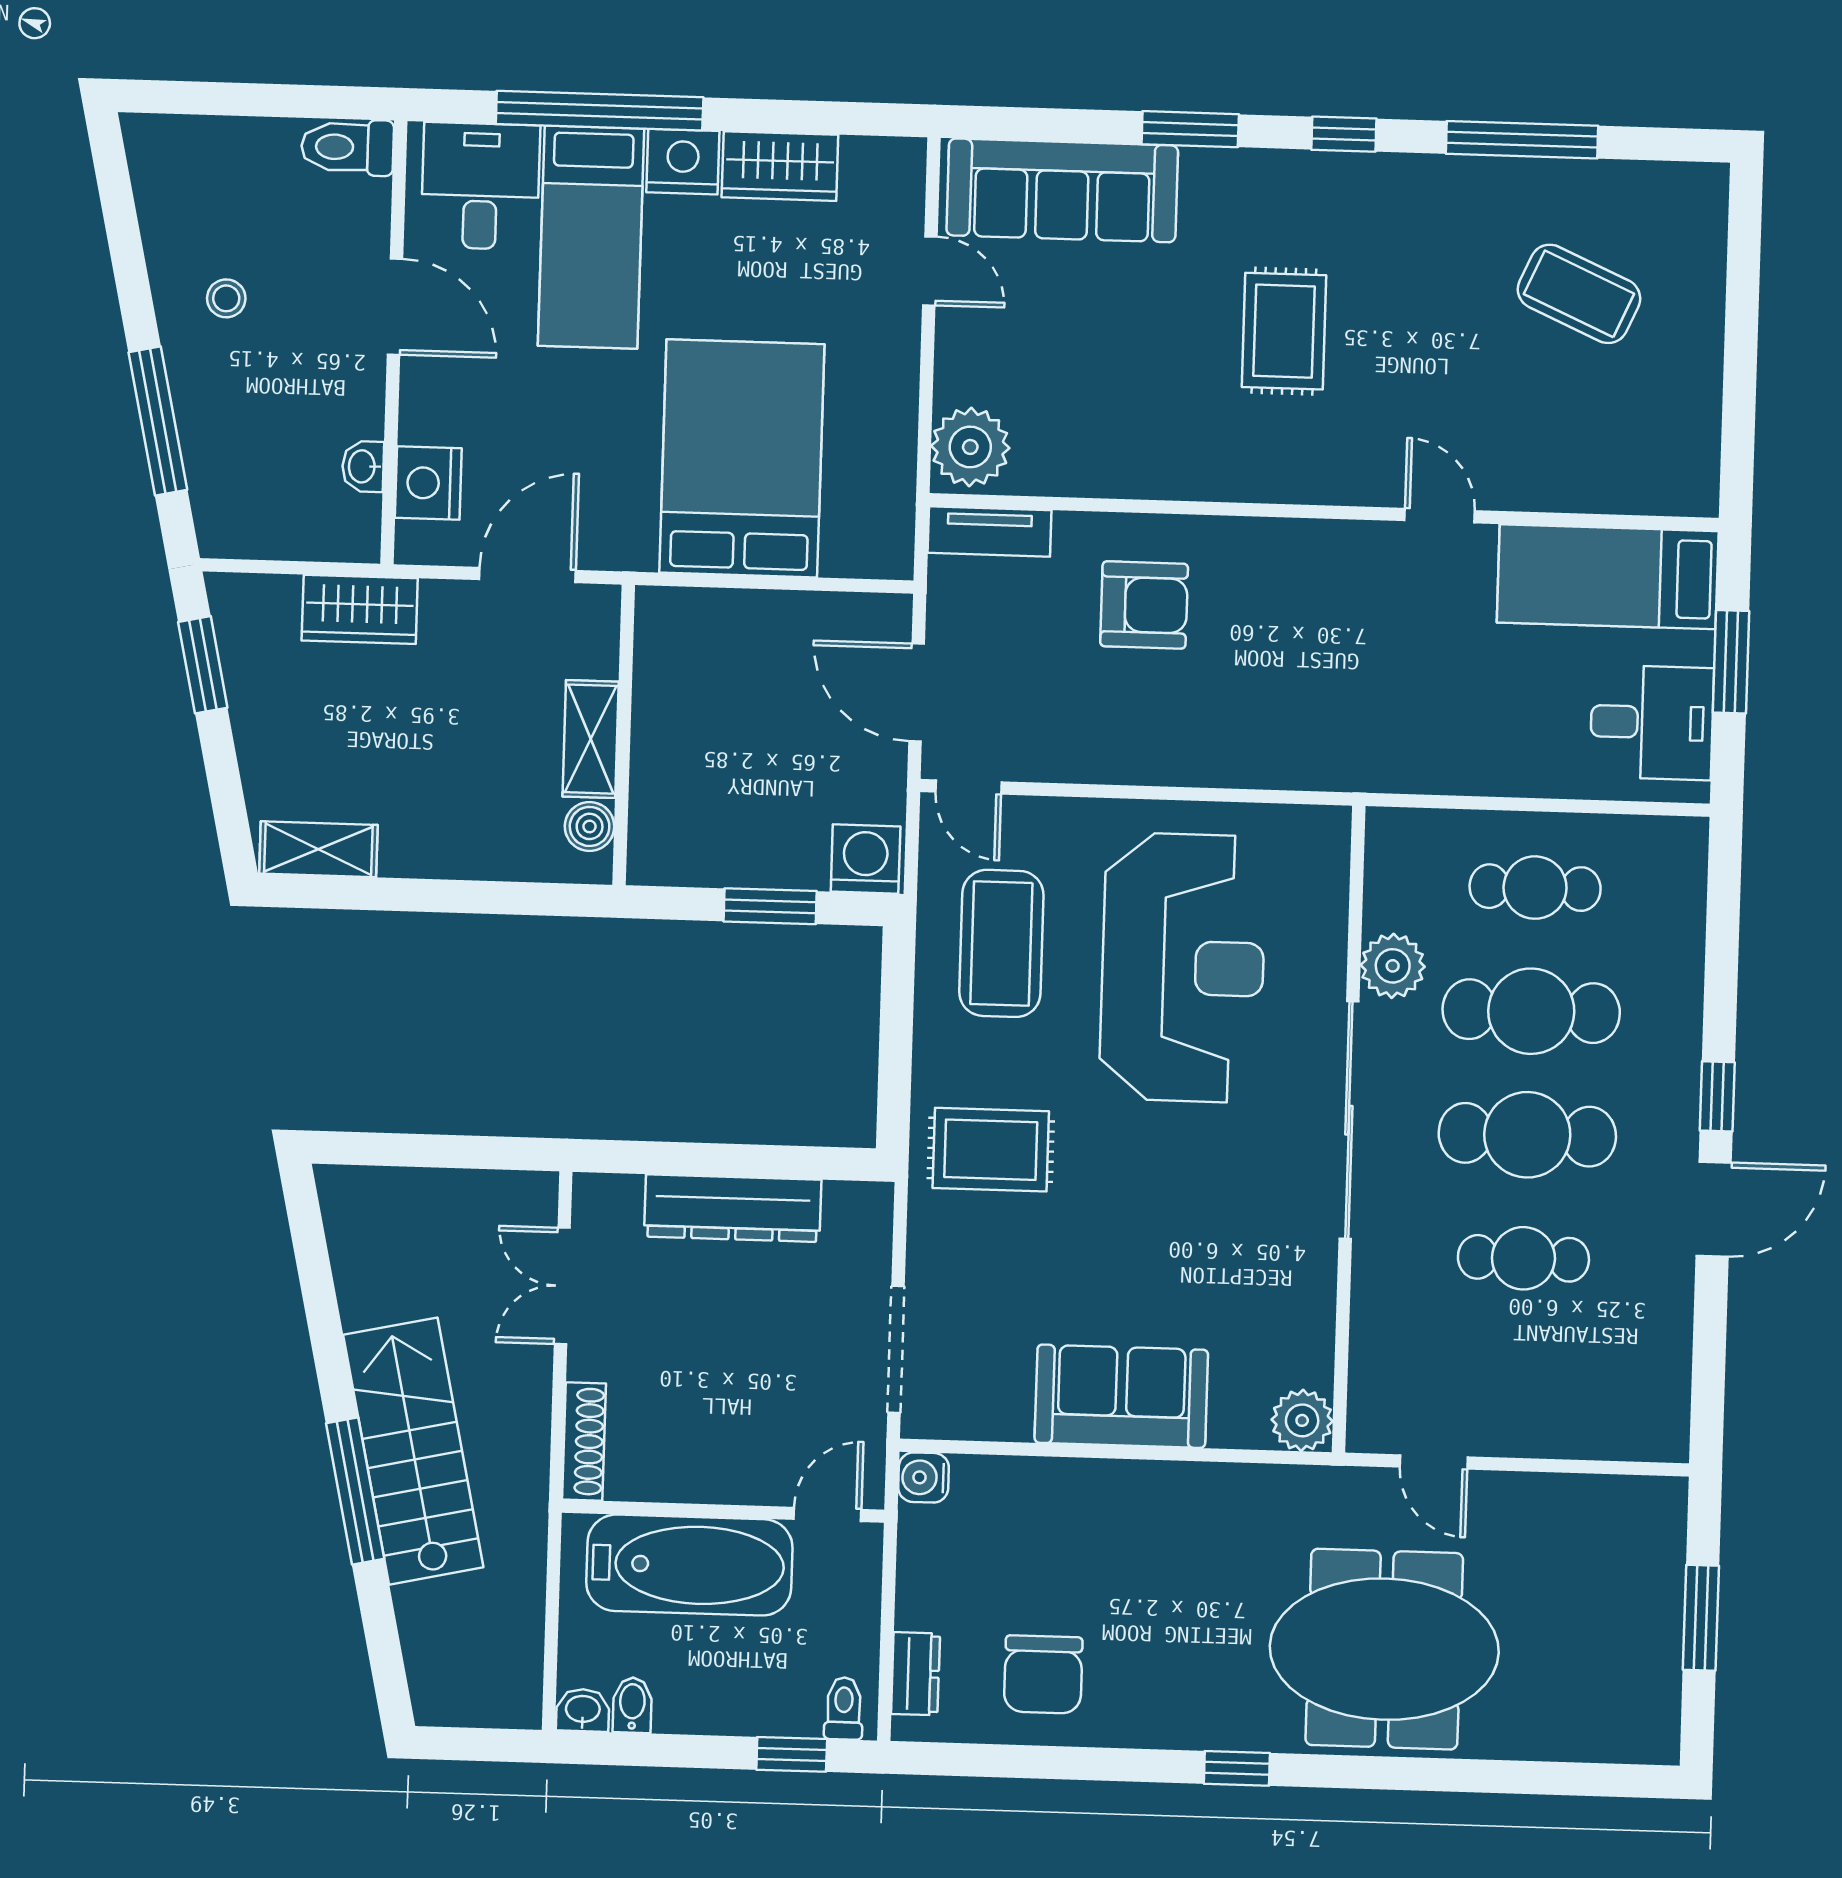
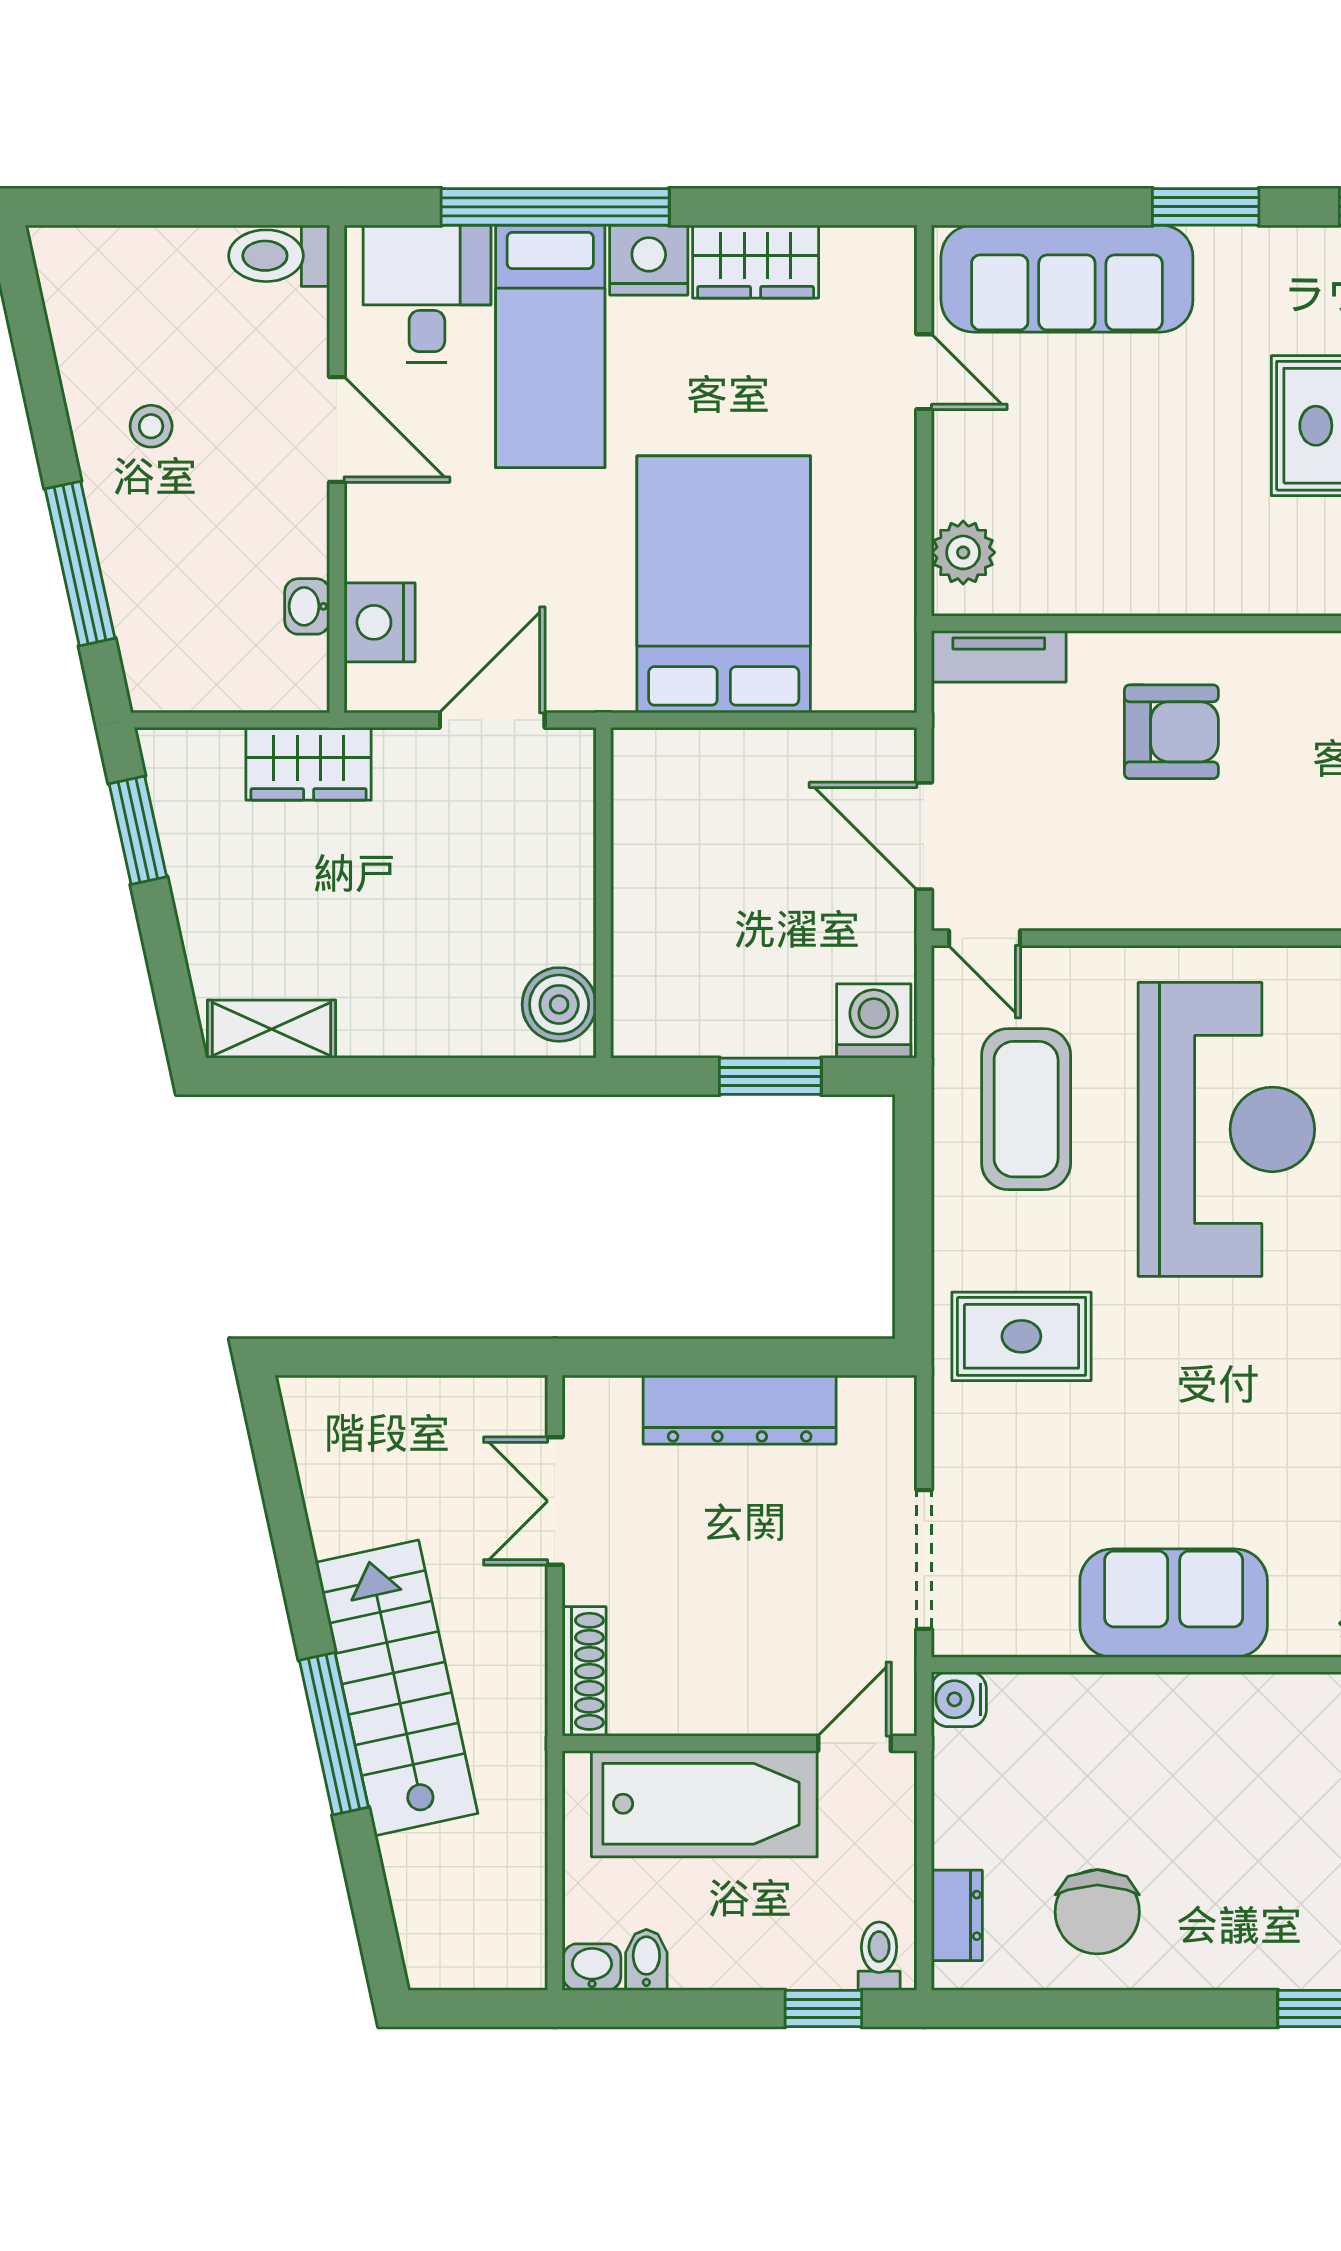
plant: (970, 447) -> (963, 552), width x0.73, depth x0.73
shelving: (591, 739) -> (567, 898), removed
boiler: (590, 826) -> (559, 1004), width x1.36, depth x1.36

